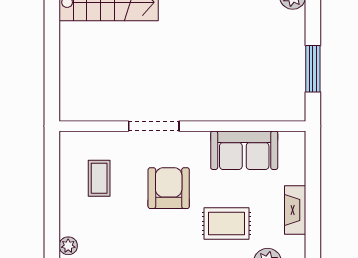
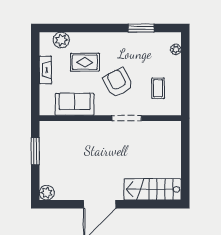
armchair: (169, 188) -> (118, 83), turned 152

